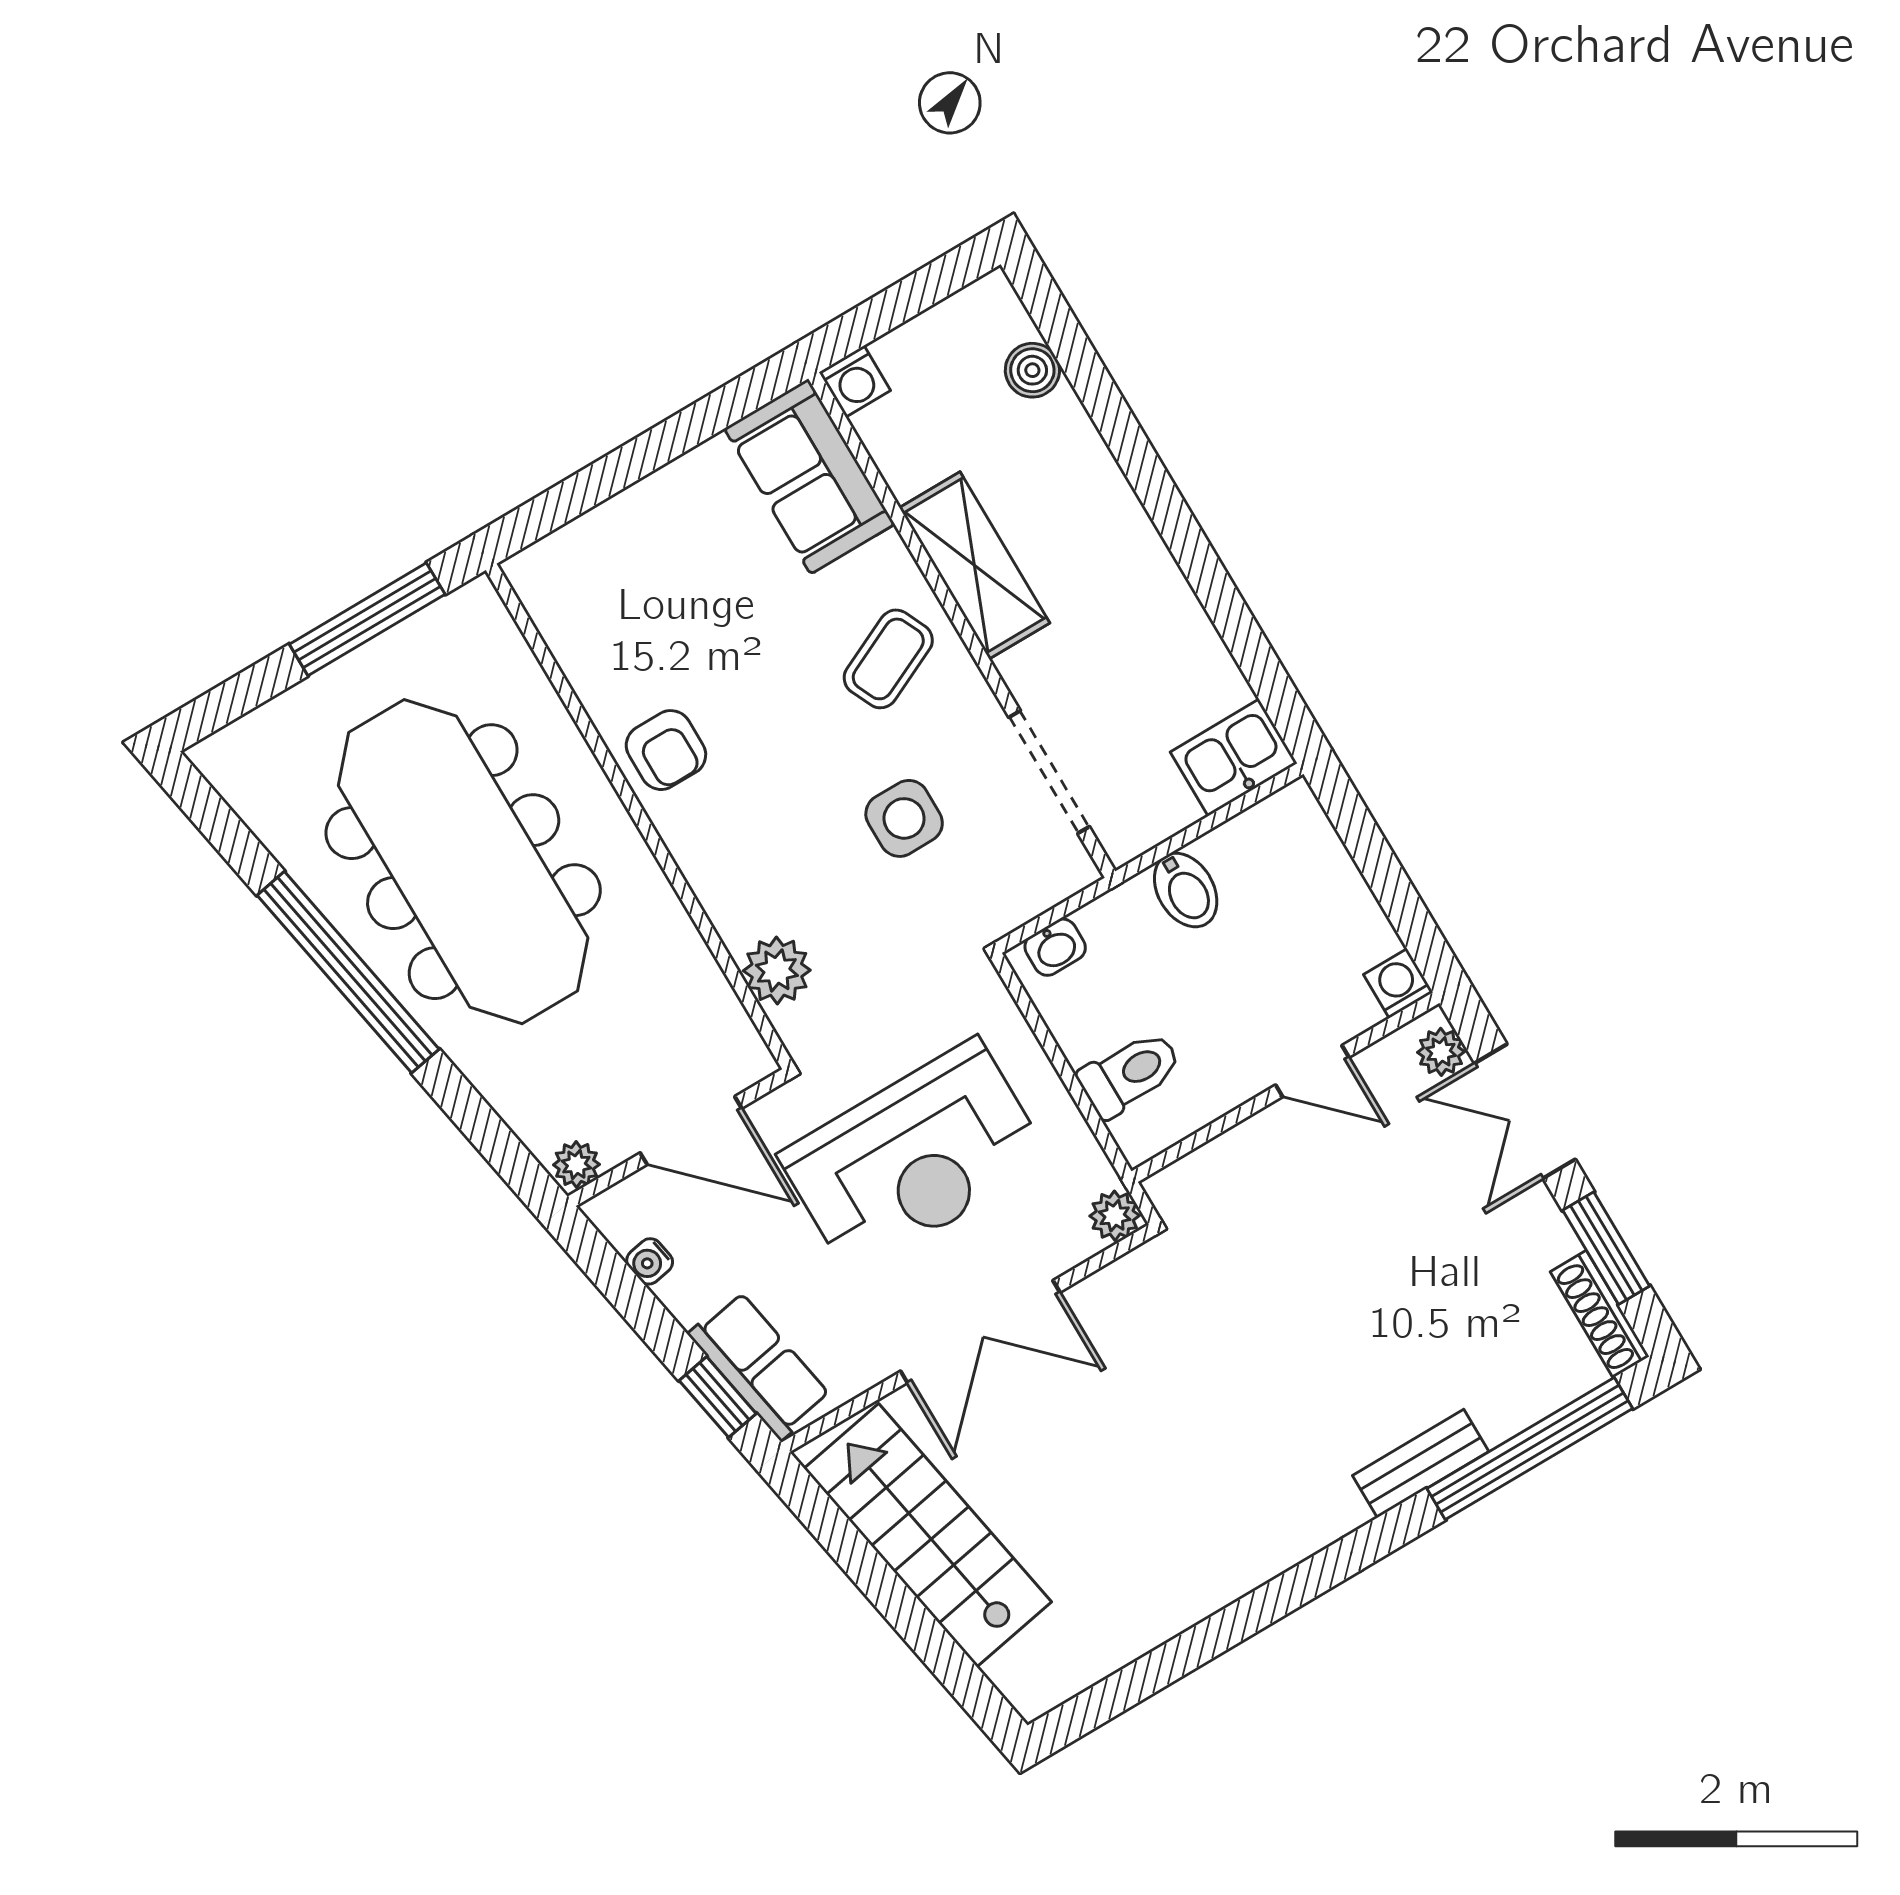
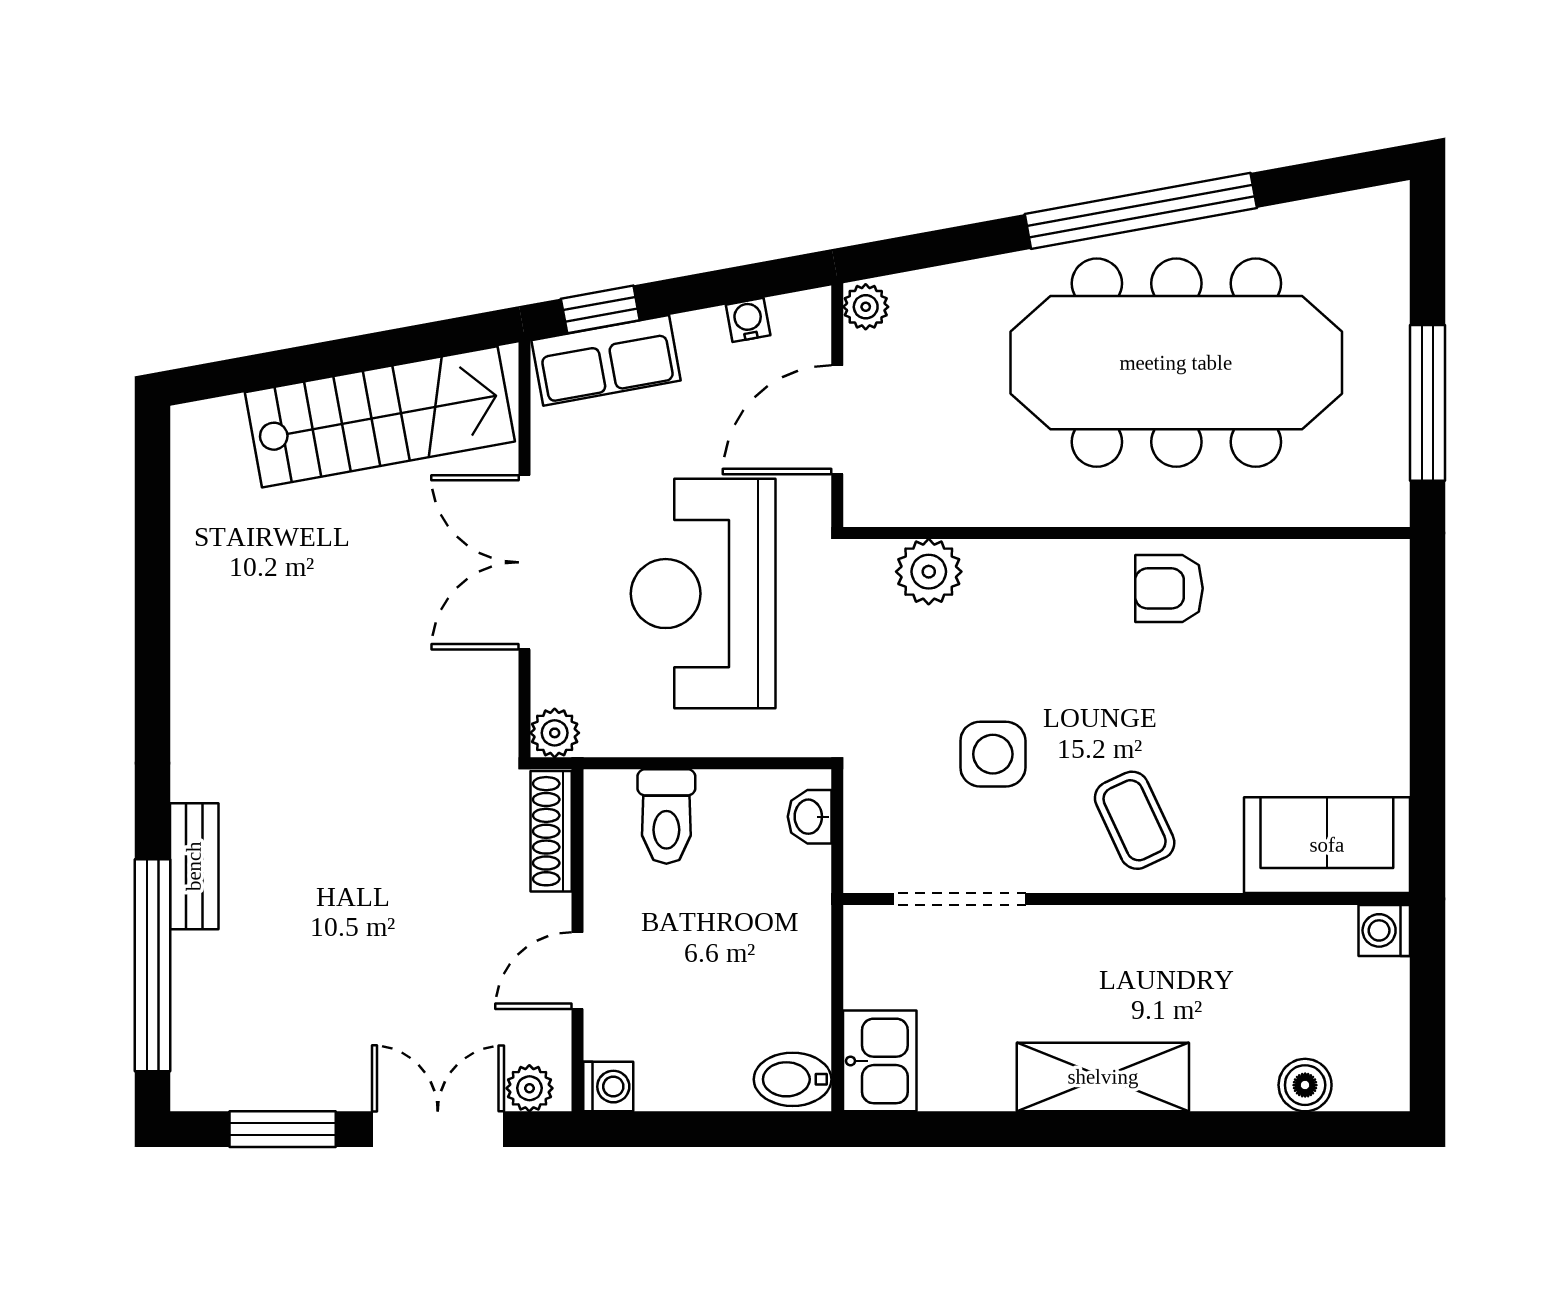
shelving: (974, 565) -> (1103, 1077), moved
bidet: (1186, 890) -> (793, 1079), moved
shoe rack: (1600, 1314) -> (551, 831), moved, turned -90

